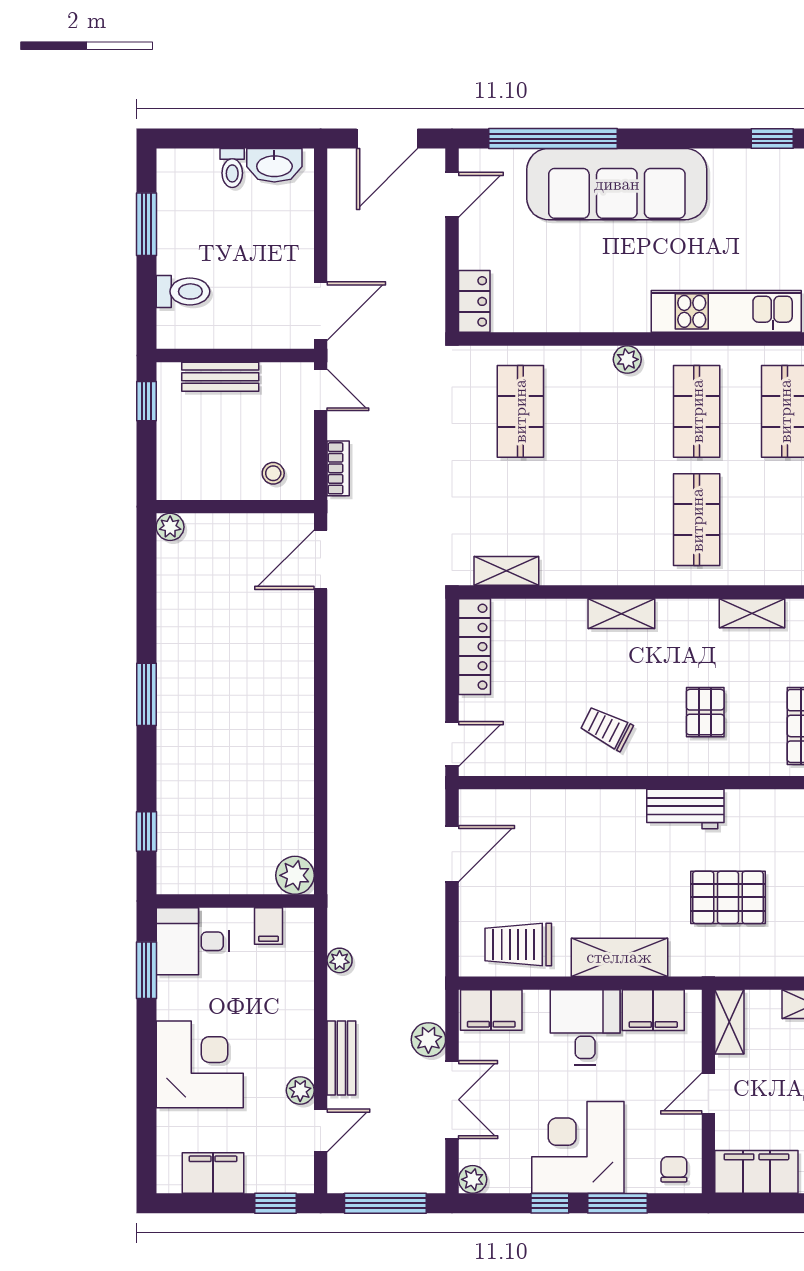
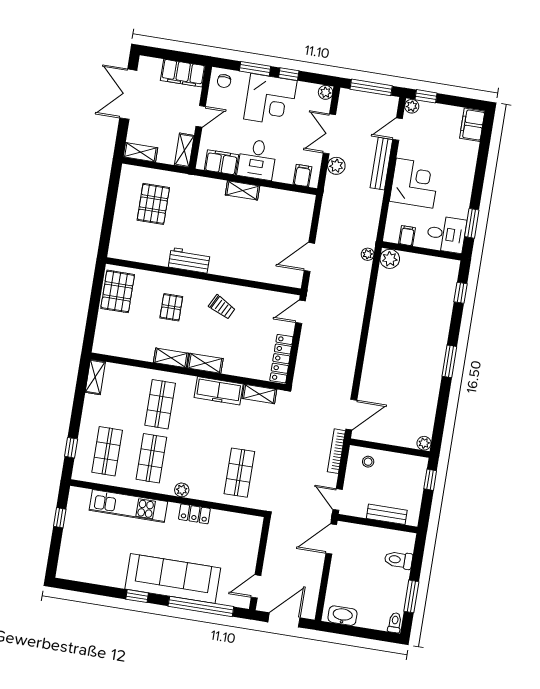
window: (772, 139) -> (137, 596), moved
toilet: (232, 168) -> (395, 623), moved
locker: (474, 301) -> (194, 514), moved, turned -90
window: (146, 401) -> (430, 480), moved
bookcase: (338, 468) -> (336, 451), width x1.56
freezer: (587, 564) -> (219, 391), added
shelving: (752, 613) -> (171, 358), moved
pallet: (728, 897) -> (153, 204), moved, turned 90
trolley: (518, 945) -> (284, 206), removed
shelving: (619, 957) -> (242, 190), width x0.67, depth x0.75
plant: (340, 960) -> (368, 254), moved
filing cabinet: (491, 1010) -> (302, 176), width x0.50
bench: (341, 1058) -> (381, 164), width x1.36
corner desk: (200, 1064) -> (415, 183), moved, turned 180
plant: (300, 1090) -> (412, 106), moved
filing cabinet: (213, 1173) -> (472, 125), moved, turned 90

